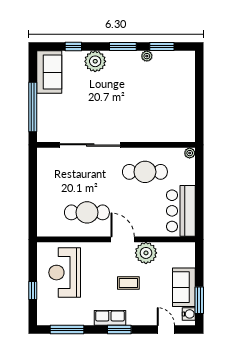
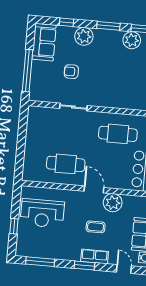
plant: (147, 56) -> (132, 40), width x1.87, depth x1.87
armchair: (84, 104) -> (71, 72), added
sliding door: (90, 145) -> (73, 107), width x0.54
reception desk: (65, 273) -> (42, 213), turned -90
row of seats: (110, 318) -> (95, 257), moved

